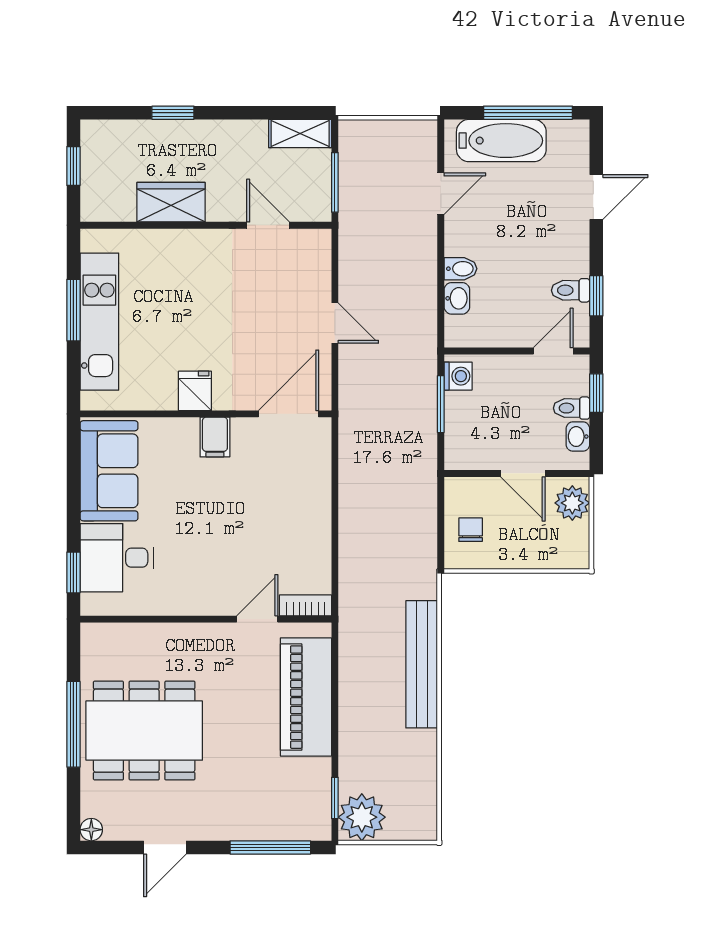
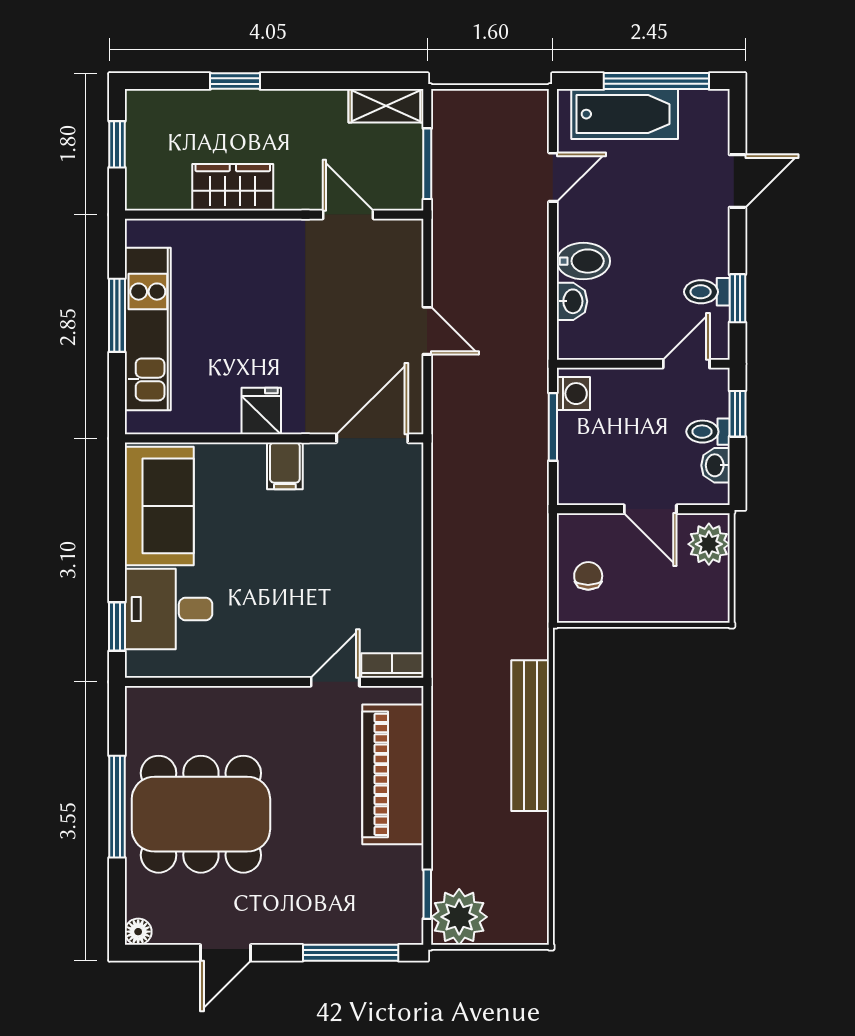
bidet: (461, 269) -> (583, 261), width x1.38, depth x1.36

